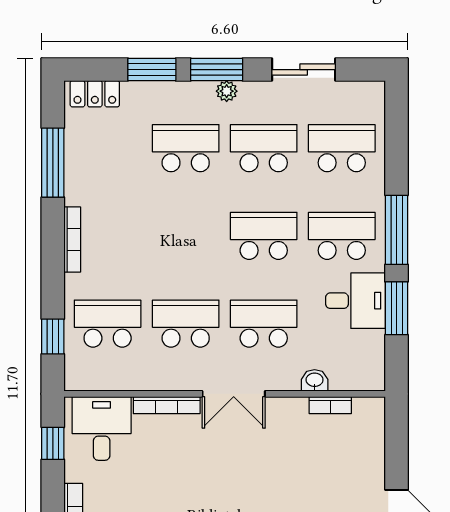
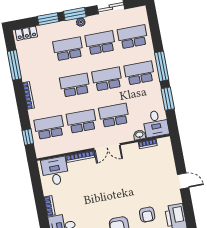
school desk: (186, 236) -> (75, 85), added
desk: (356, 301) -> (156, 124), moved, turned 90
window: (53, 443) -> (36, 181), removed

